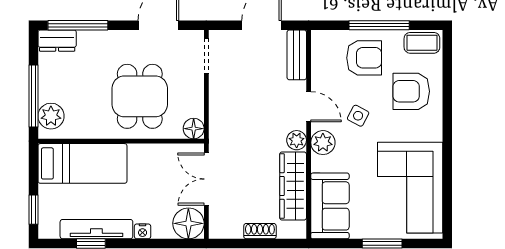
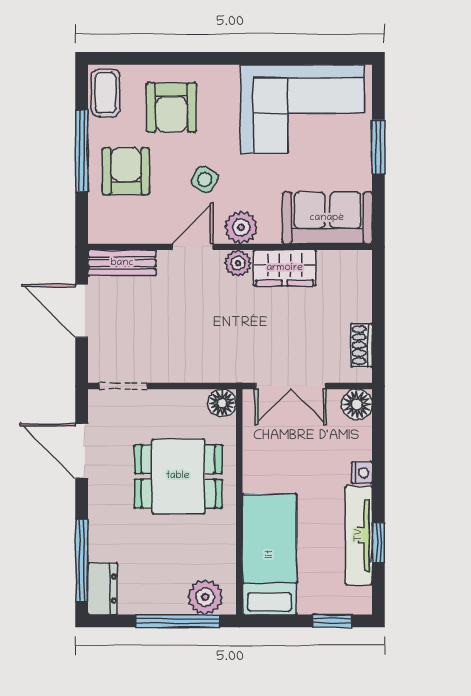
wardrobe: (293, 186) -> (285, 268), width x0.67
floor lamp: (188, 223) -> (357, 404), width x0.73, depth x0.73
shoe rack: (260, 231) -> (362, 345), moved

